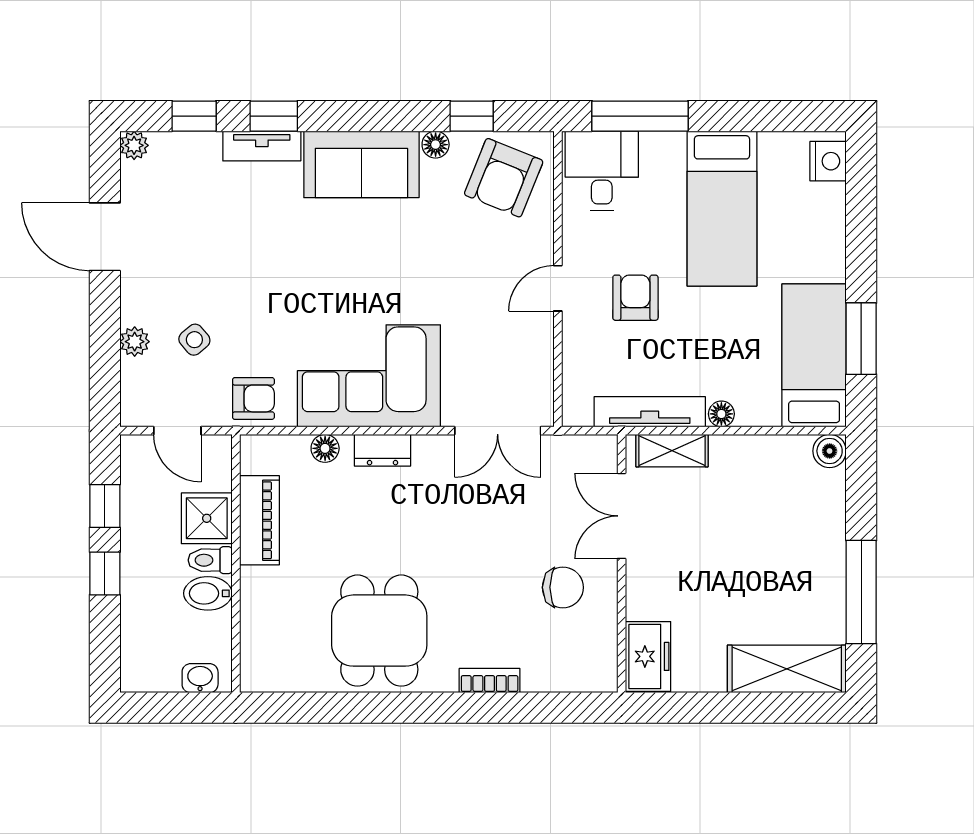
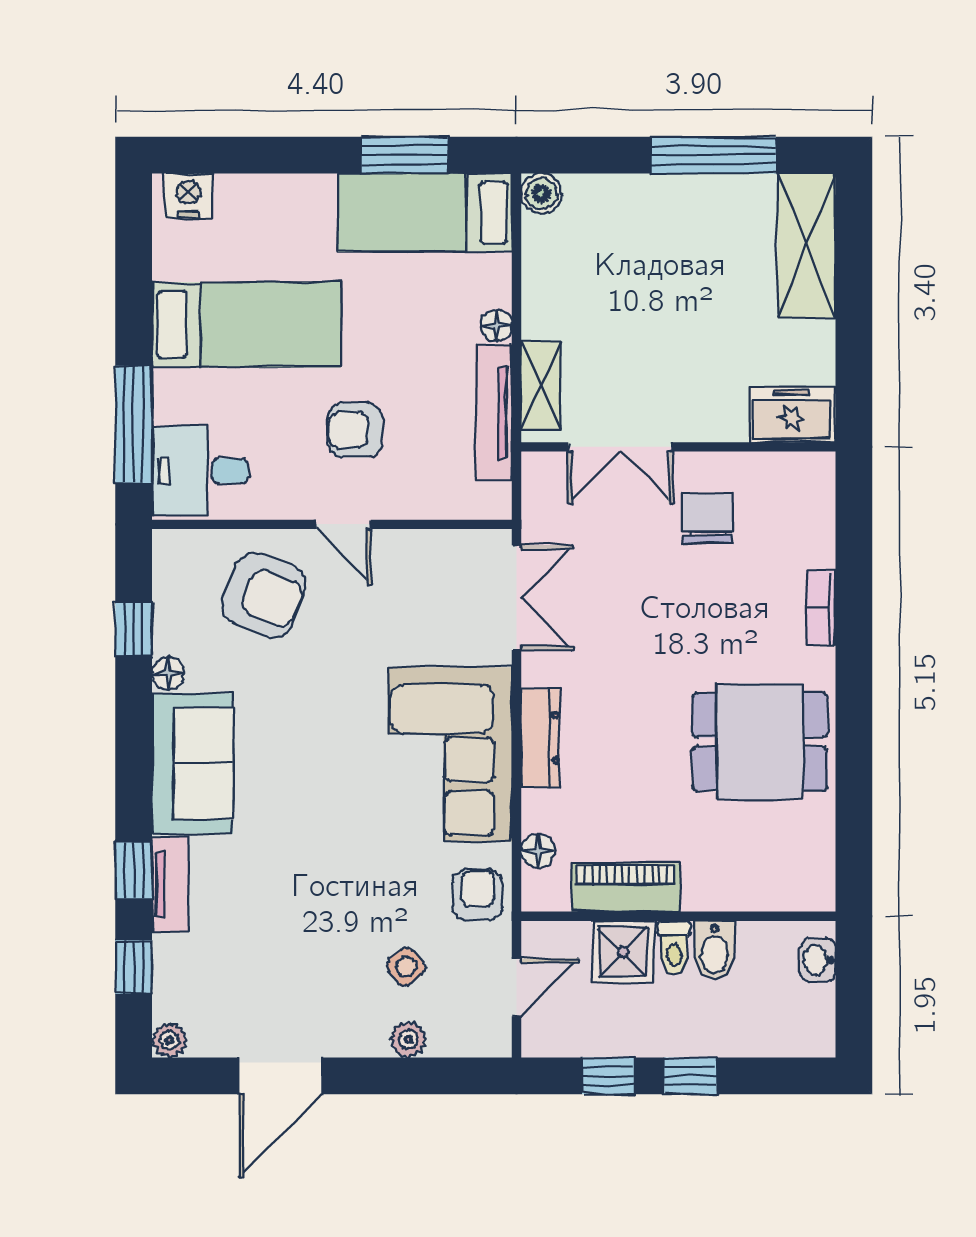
armchair: (504, 178) -> (264, 595), moved
floor lamp: (325, 448) -> (538, 851), moved
dresser: (383, 450) -> (540, 738), width x1.44

